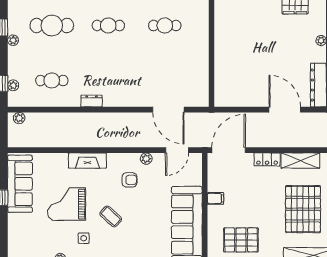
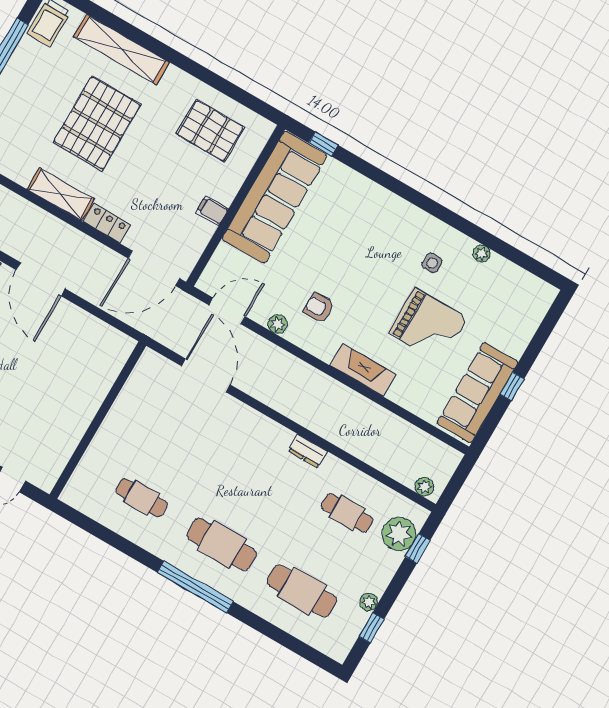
cafe table: (108, 25) -> (222, 544), width x1.37, depth x1.35
plant: (13, 85) -> (399, 534), width x1.87, depth x1.87
coffee table: (111, 216) -> (376, 272), removed

